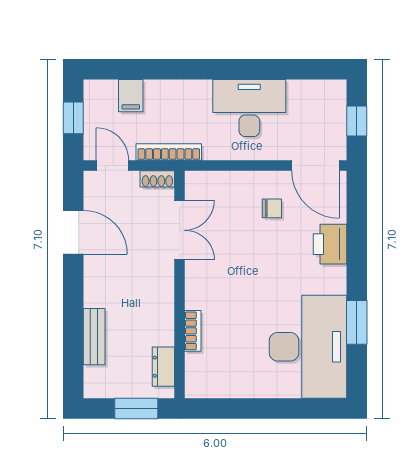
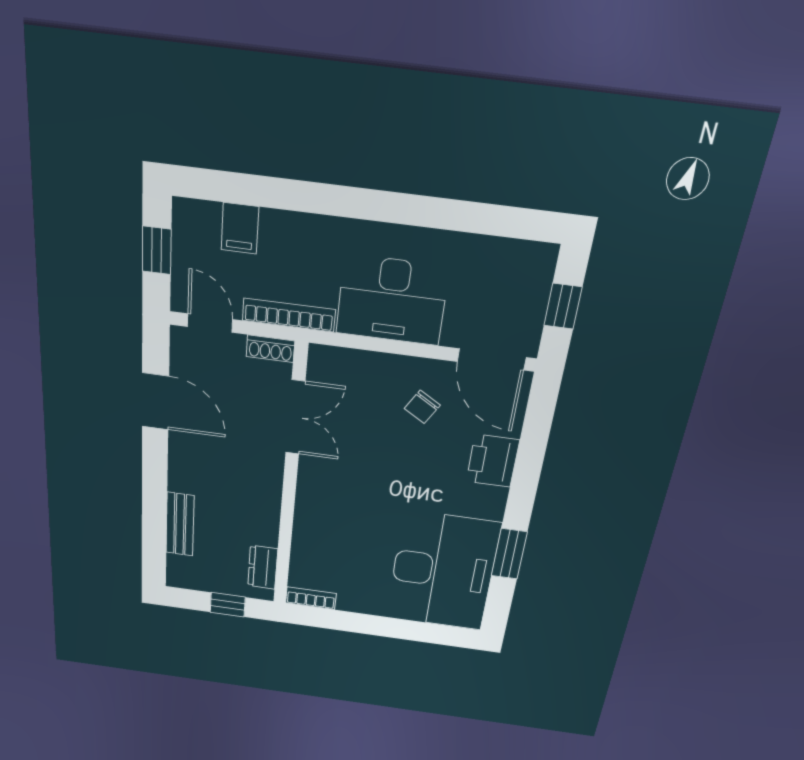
desk: (249, 108) -> (392, 300), moved, turned 180
chair: (272, 208) -> (422, 407), turned 121
bookcase: (193, 331) -> (311, 598), moved, turned -90
window: (136, 409) -> (228, 605), width x0.67

